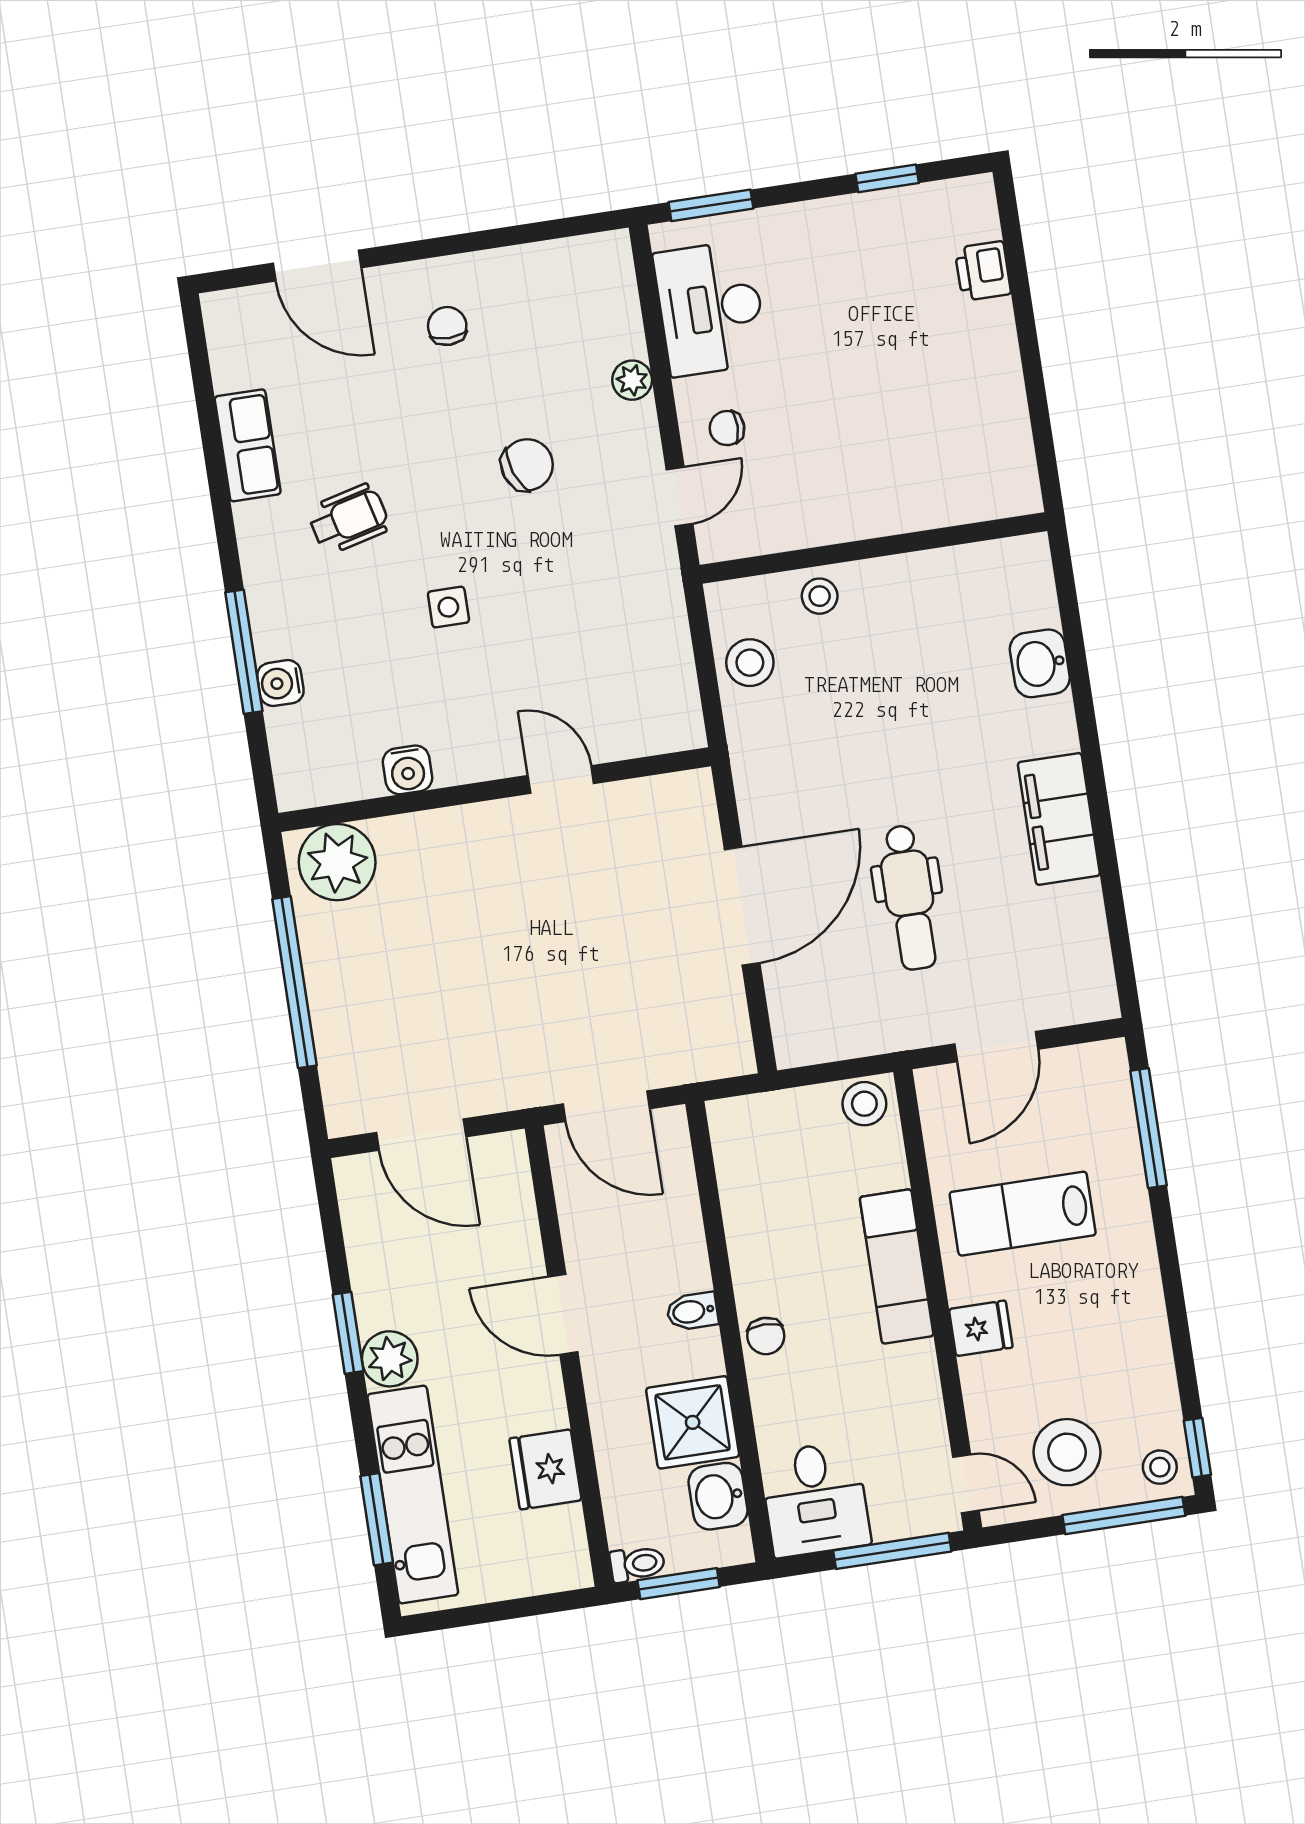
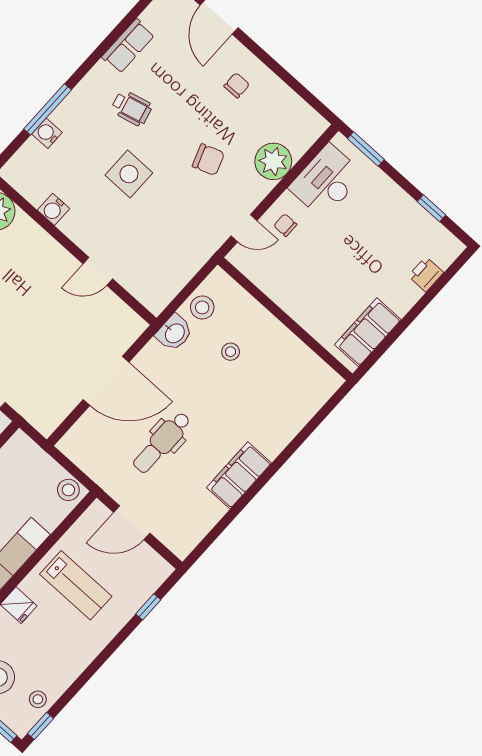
plant: (632, 380) -> (273, 161), width x1.87, depth x1.87
filing cabinet: (999, 436) -> (368, 332), added
stool: (820, 596) -> (231, 352), moved
side table: (448, 607) -> (129, 174), width x1.87, depth x1.87
washbasin: (1040, 663) -> (174, 333), moved, turned 180
door: (561, 780) -> (98, 271), swing flipped
window: (1148, 1128) -> (148, 607), width x0.46
lab bench: (1023, 1214) -> (76, 585), turned 180
stool: (1160, 1467) -> (38, 699), moved

